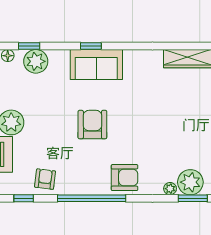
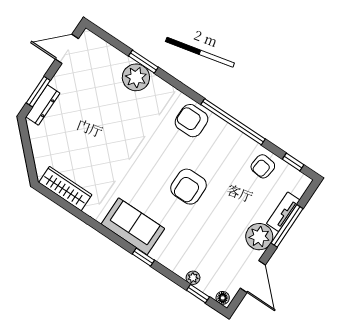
plant: (36, 61) -> (193, 278), width x0.53, depth x0.53
sofa: (96, 64) -> (133, 226), moved
plant: (170, 189) -> (158, 84), removed

